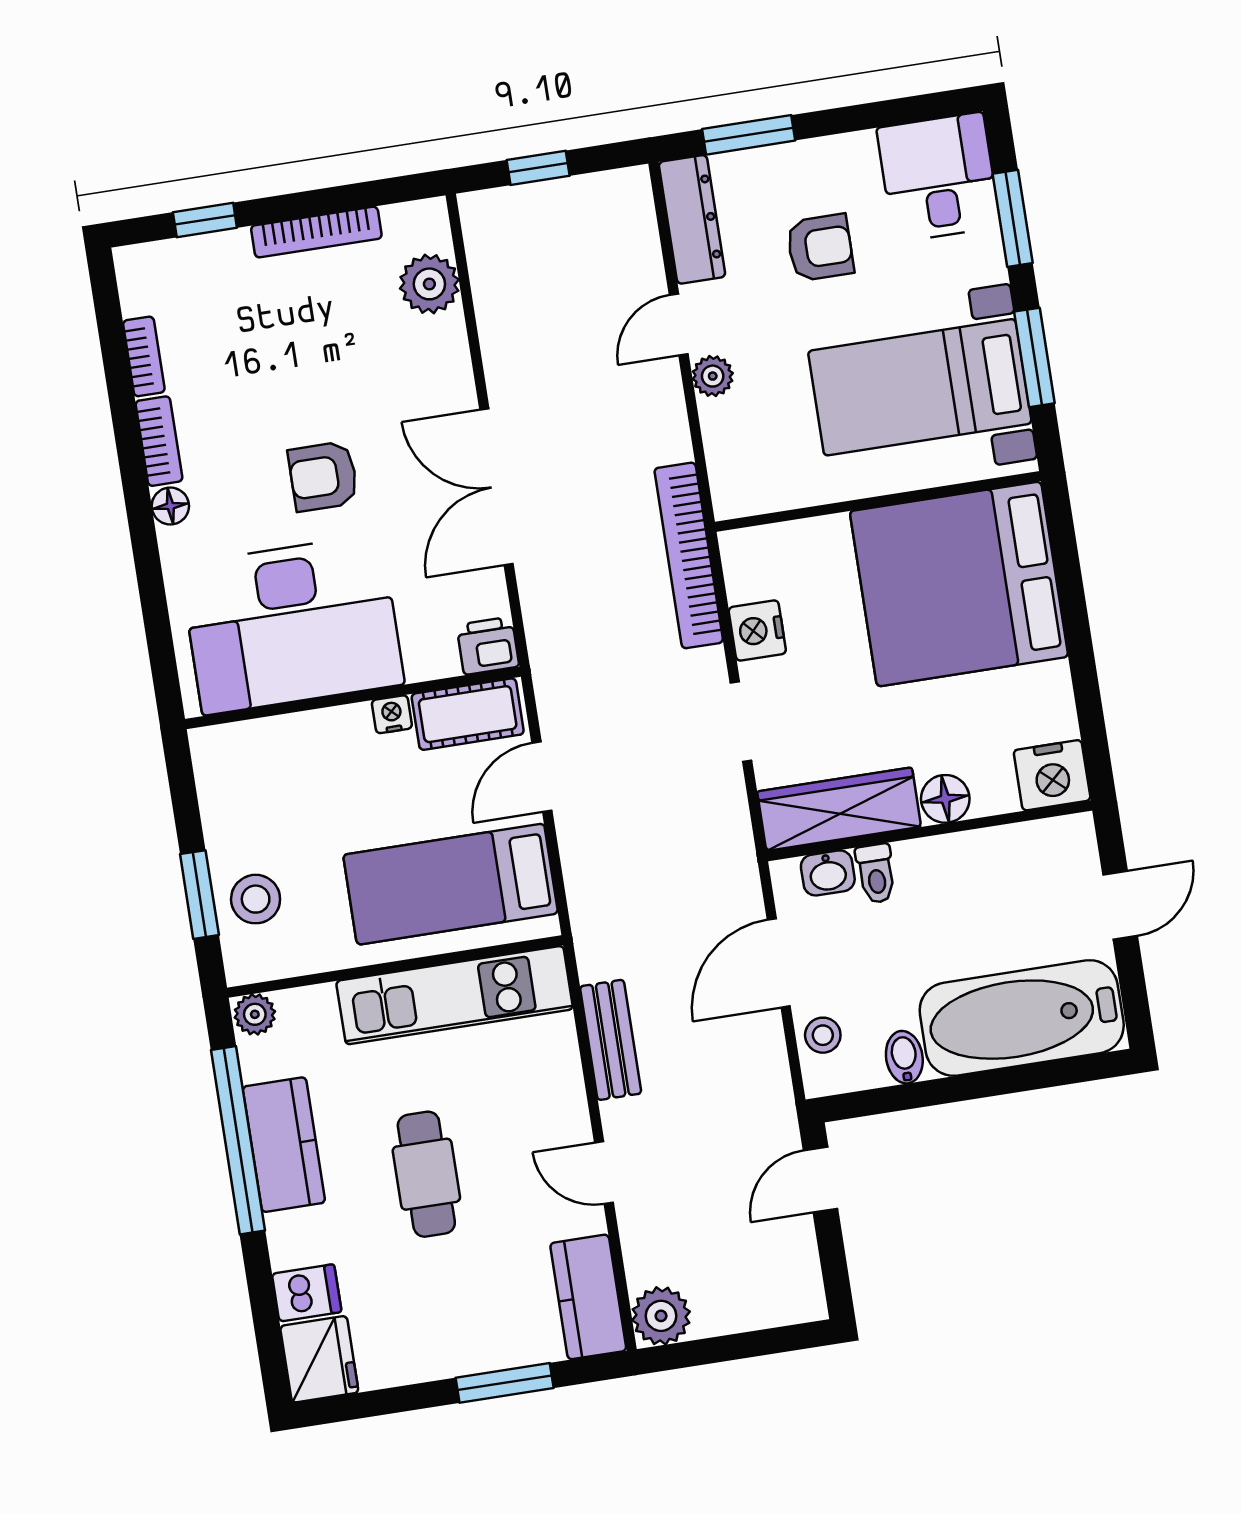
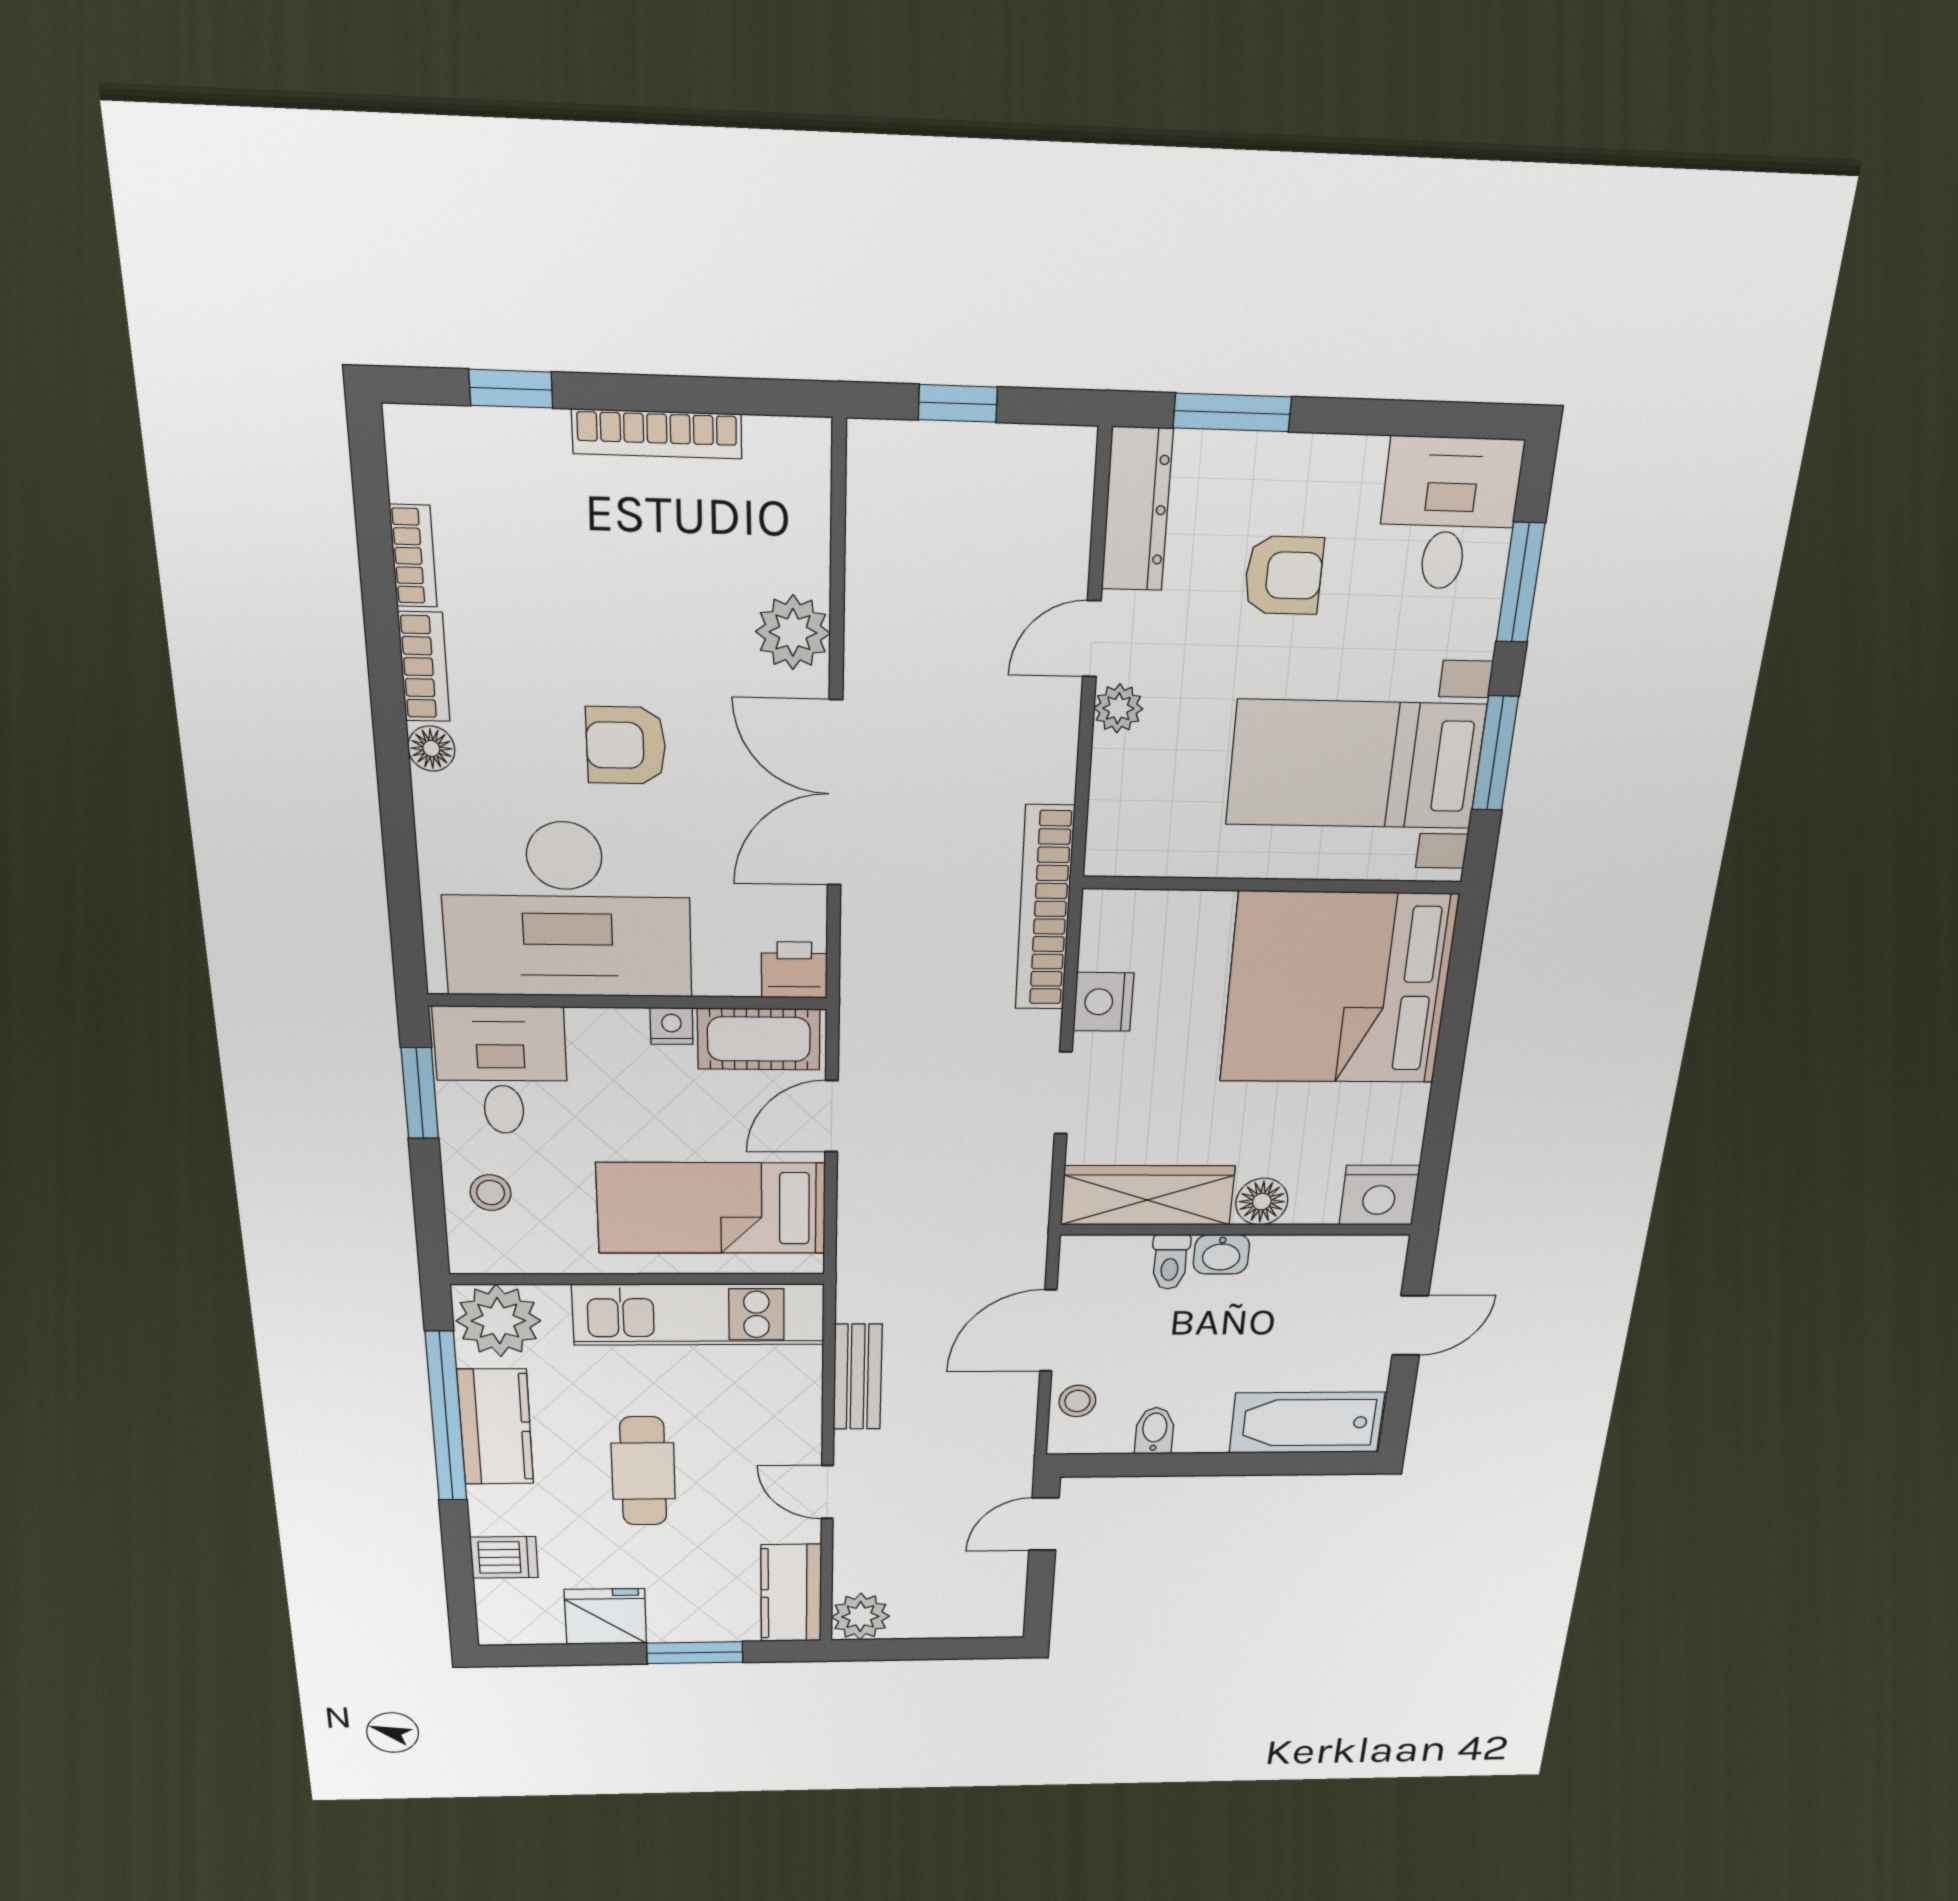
plant: (429, 284) -> (793, 632), moved
desk: (253, 779) -> (502, 1070), added
washbasin: (828, 873) -> (1221, 1254), moved
window: (199, 895) -> (420, 1093), moved
stool: (256, 899) -> (491, 1193), width x0.73, depth x0.73
plant: (255, 1014) -> (498, 1321), width x1.88, depth x1.88
bathtub: (1022, 1018) -> (1307, 1423), width x0.73, depth x0.73
fridge: (319, 1359) -> (606, 1617), moved, turned -90

